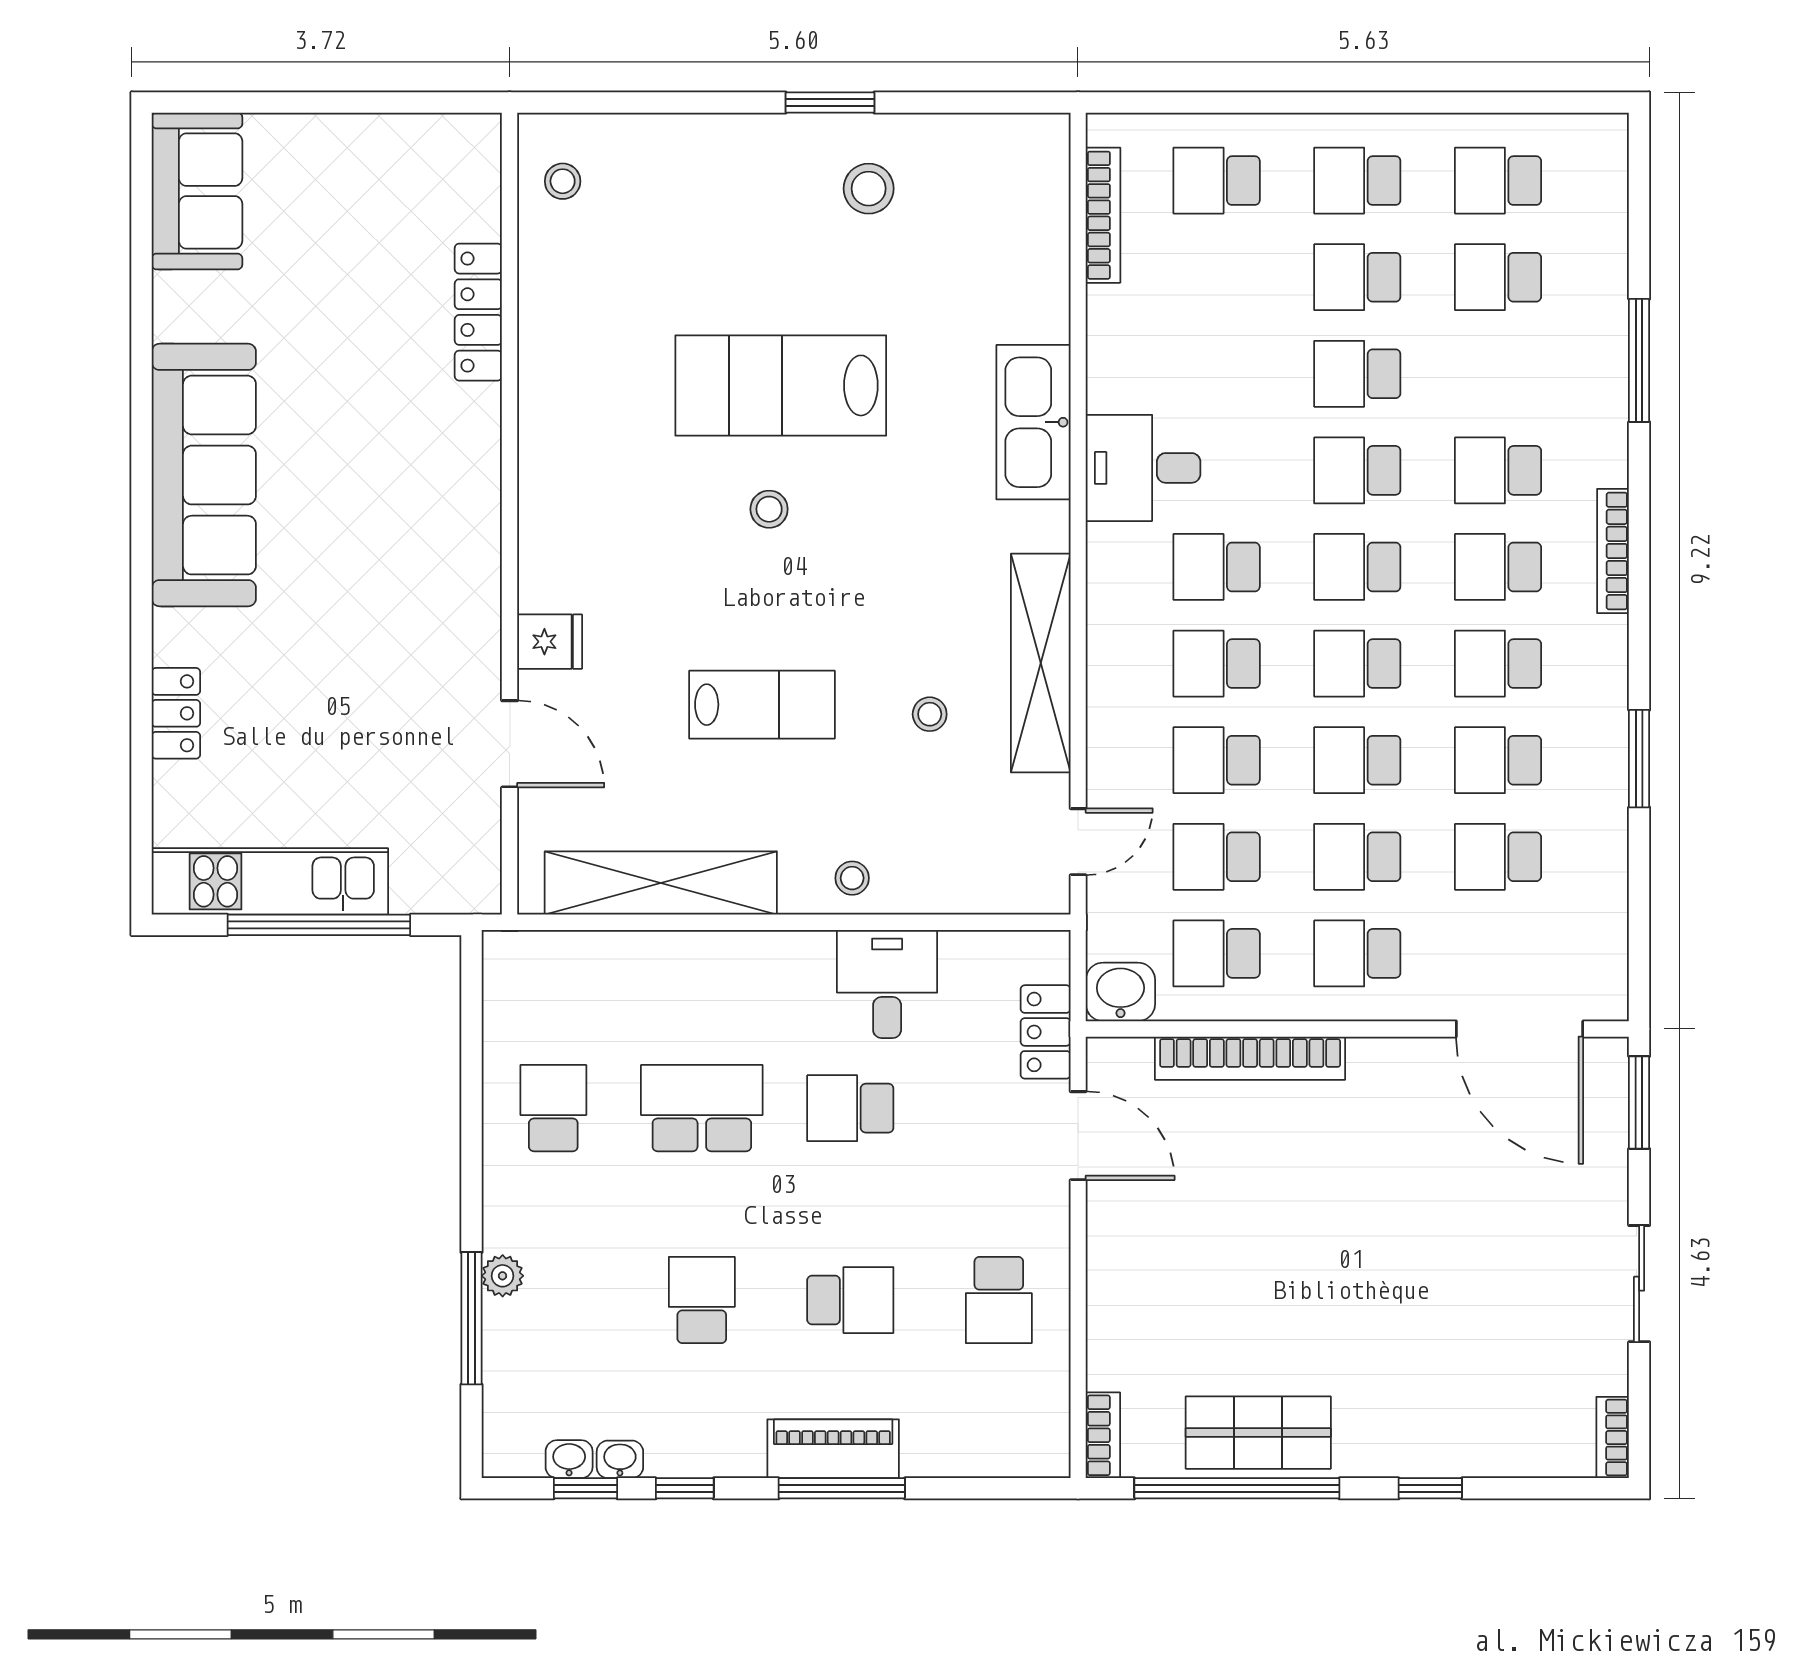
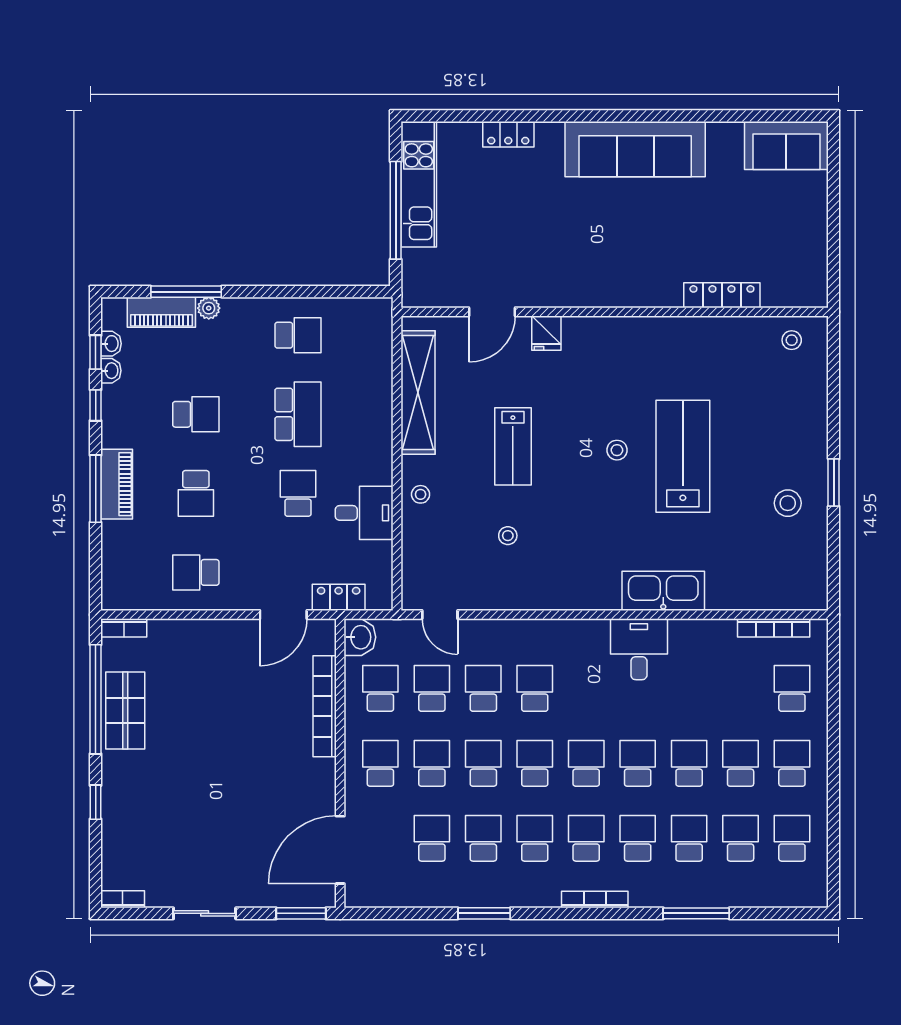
school desk: (1217, 567) -> (689, 838), moved
shelving: (1041, 663) -> (535, 595), removed
piano: (510, 1365) -> (161, 312), added

